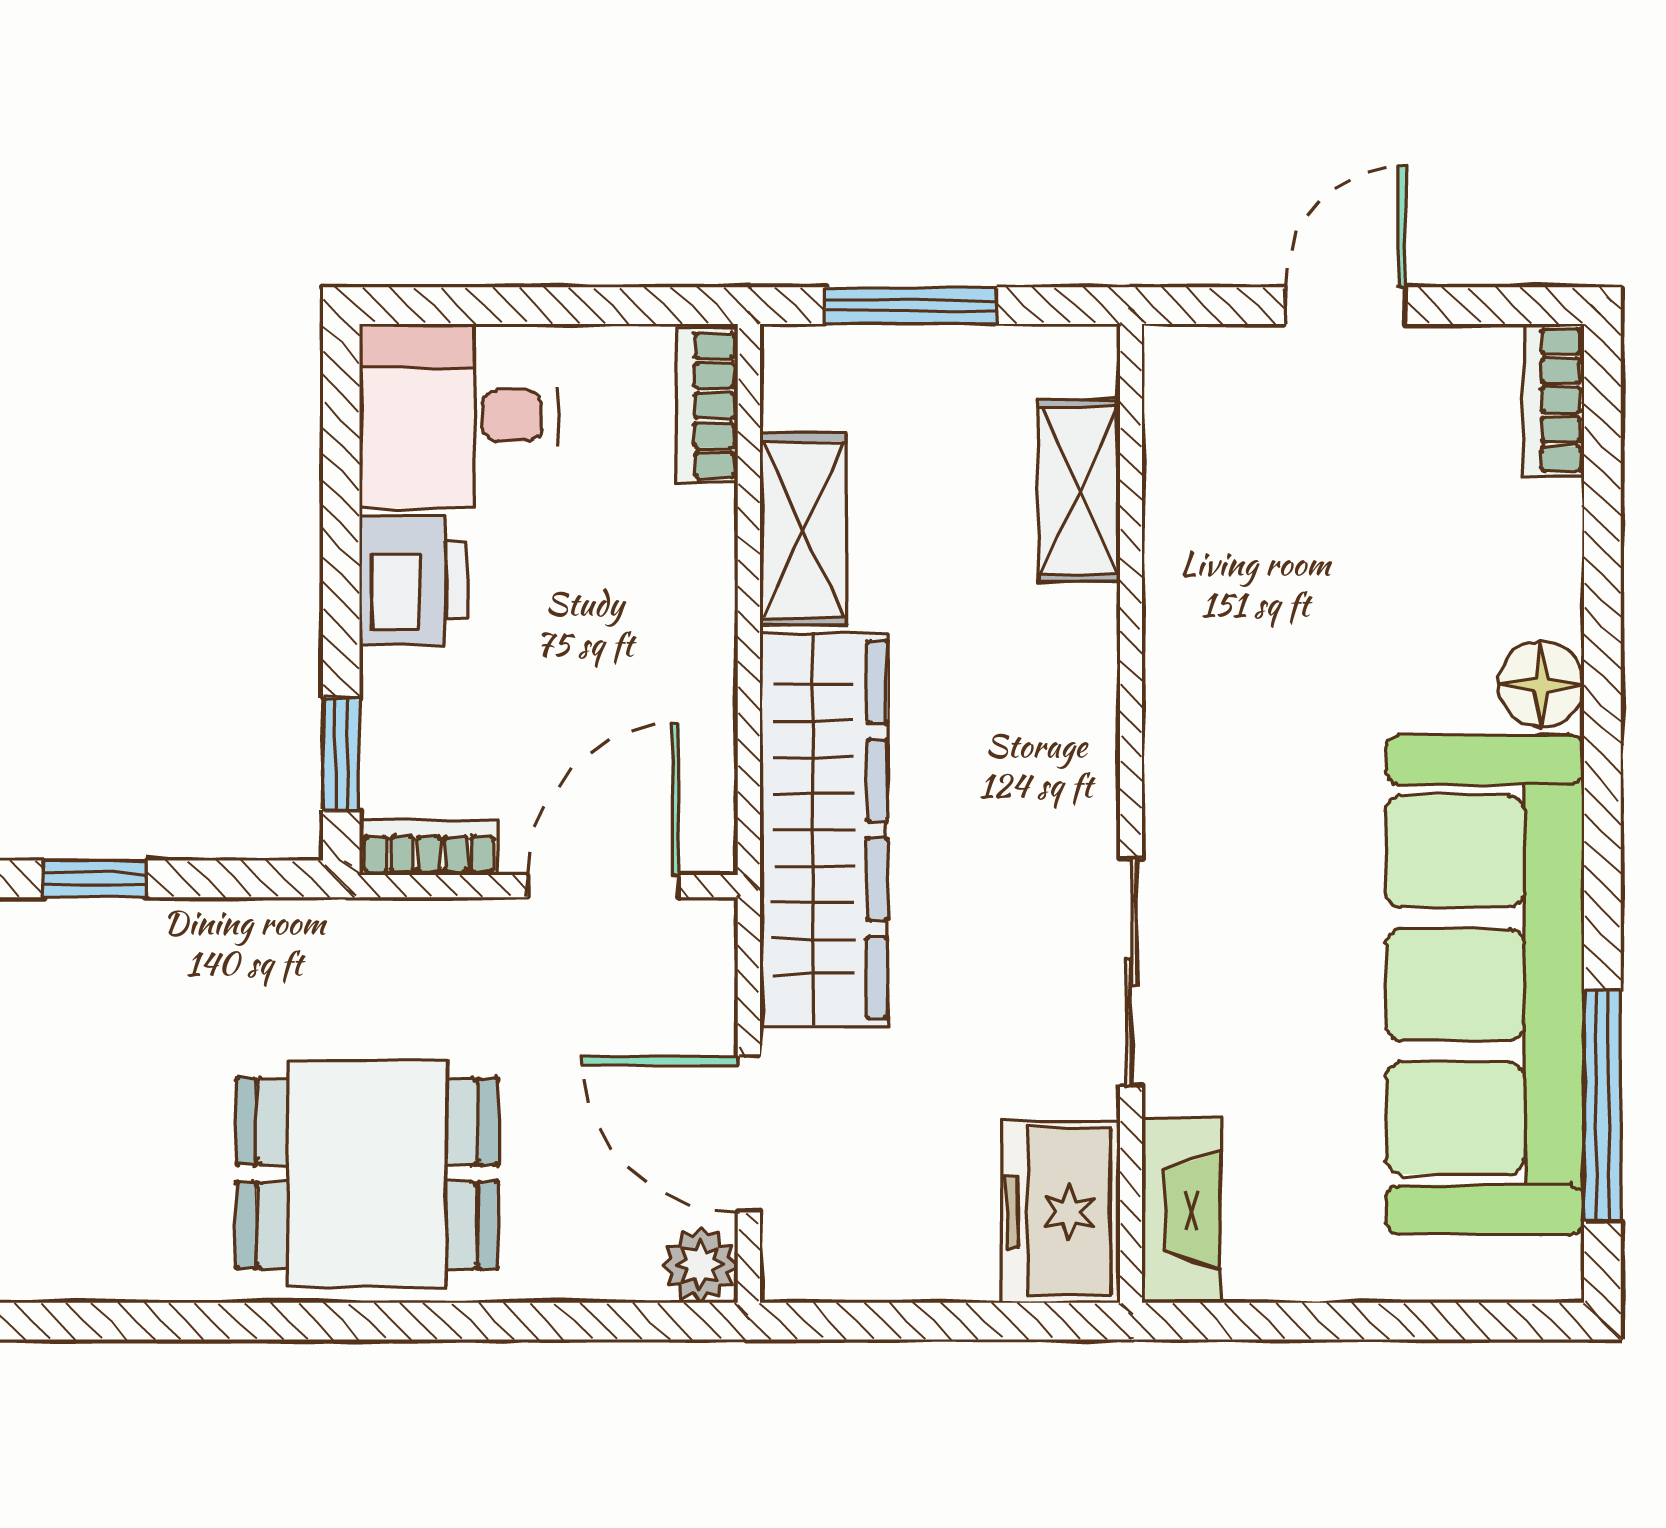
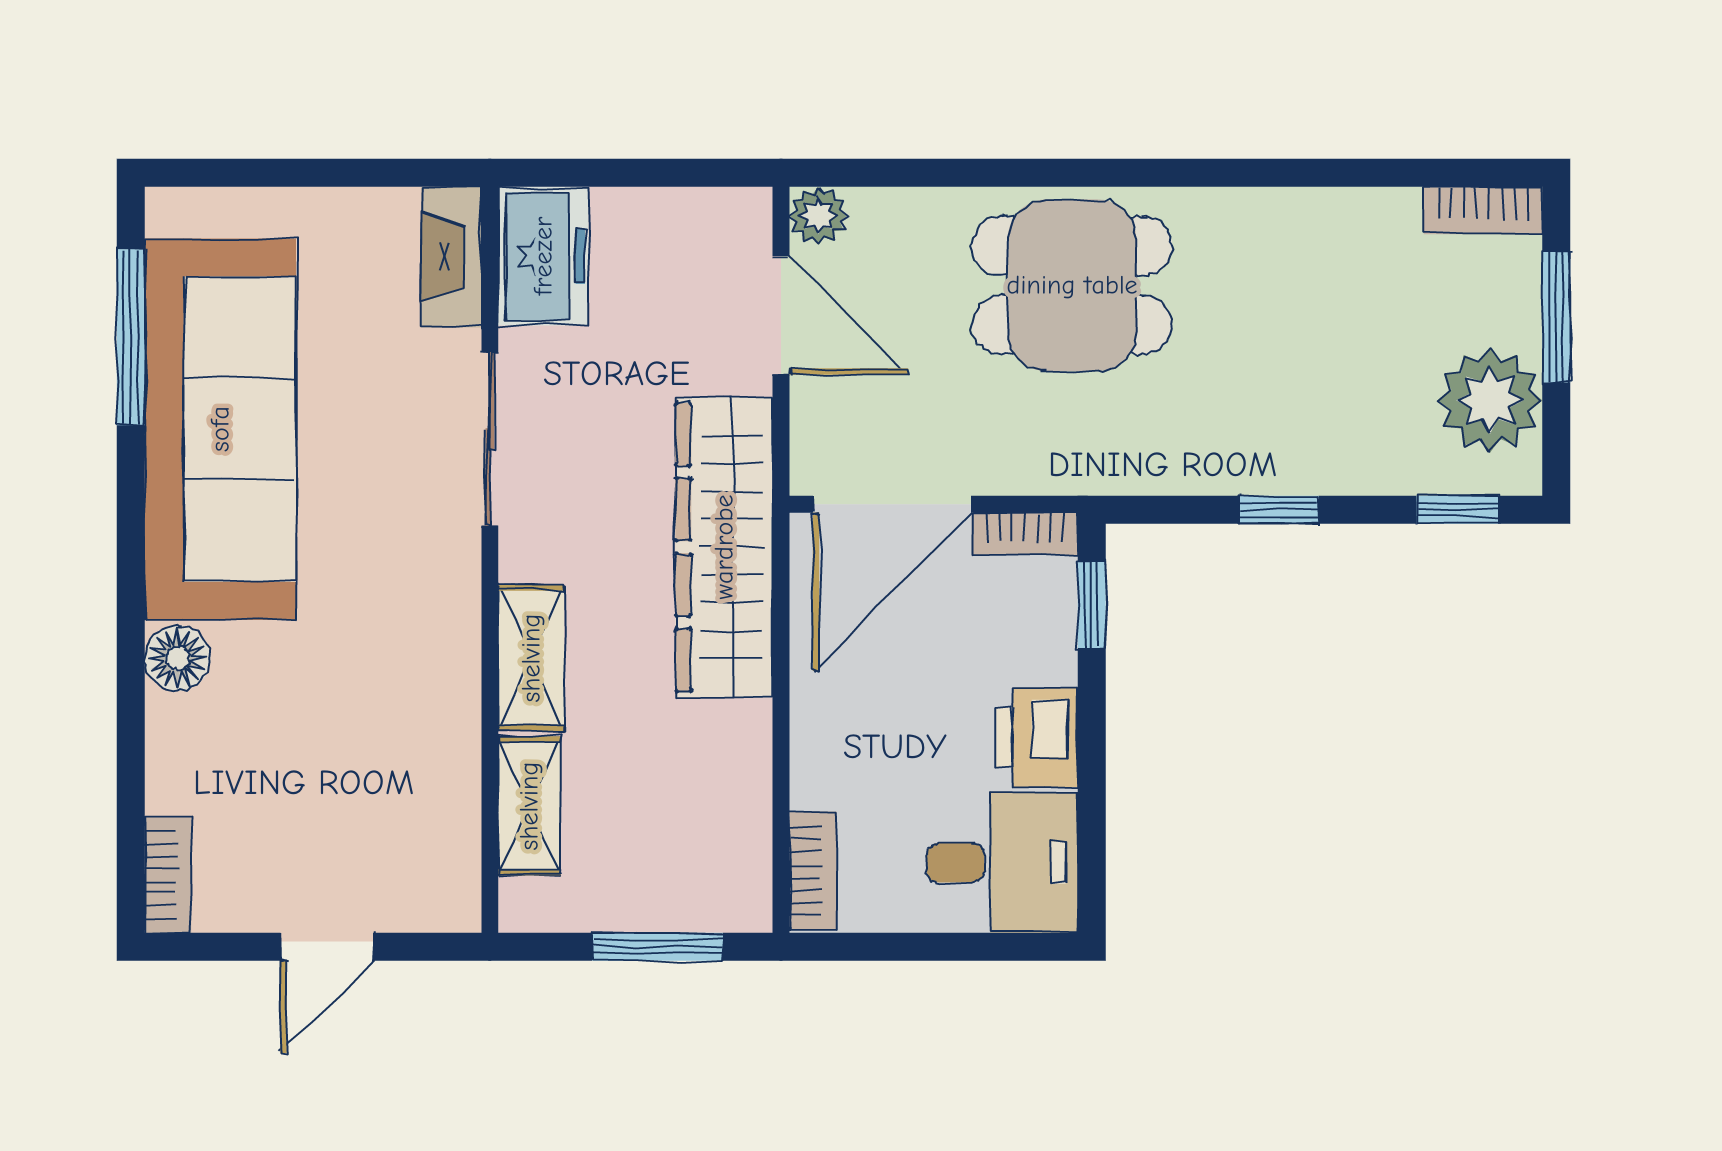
shelving: (803, 529) -> (531, 658), moved
door: (603, 886) -> (892, 504), width x1.36

